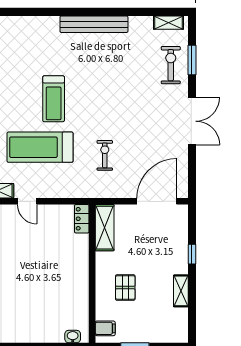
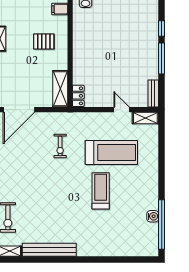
bench: (94, 24) -> (49, 250), moved
pallet: (125, 288) -> (44, 41), turned 90

